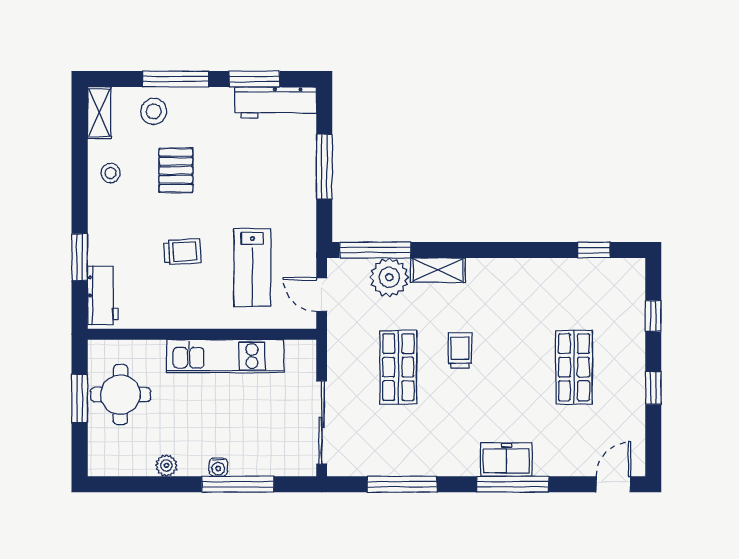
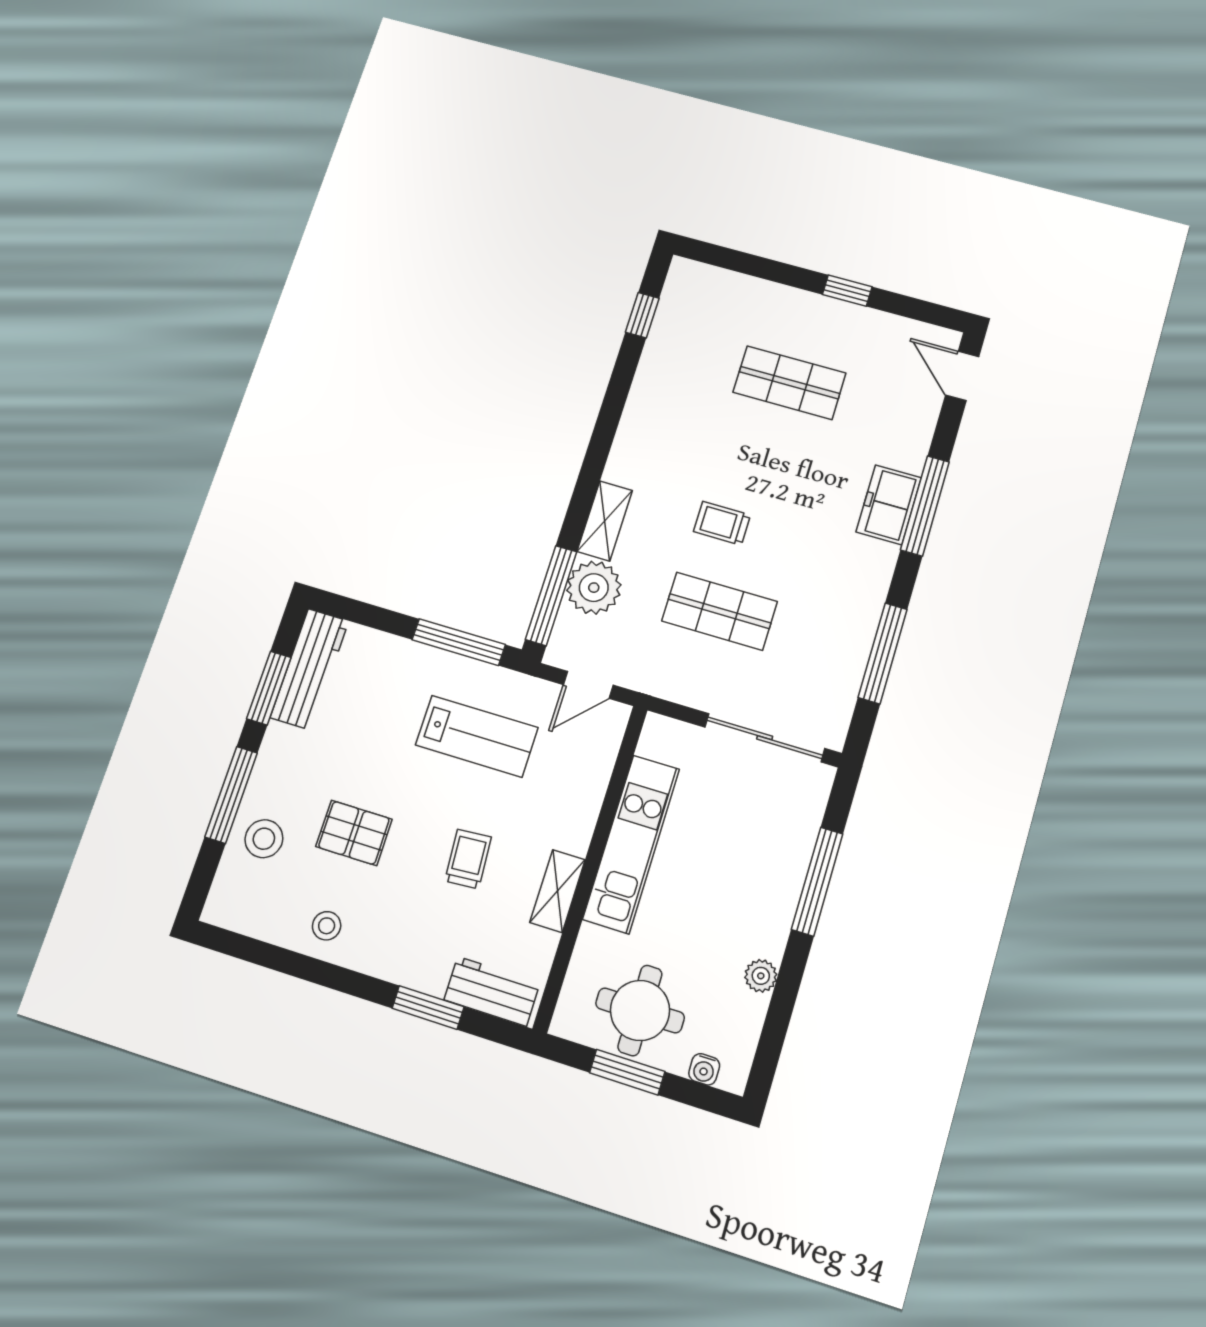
shelving: (99, 113) -> (557, 891), moved, turned 90
window: (324, 167) -> (459, 642), moved
lab bench: (252, 268) -> (477, 736), moved
window: (653, 316) -> (752, 265), removed
water cooler: (218, 467) -> (704, 1069), moved, turned 90

